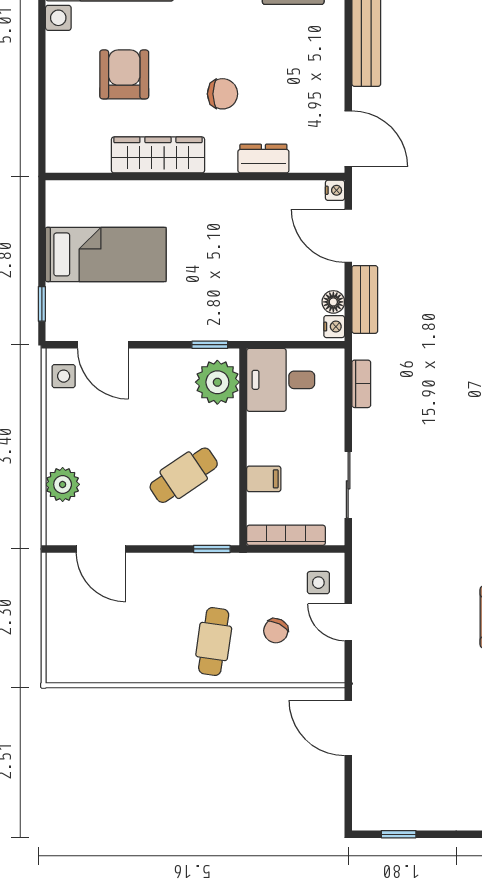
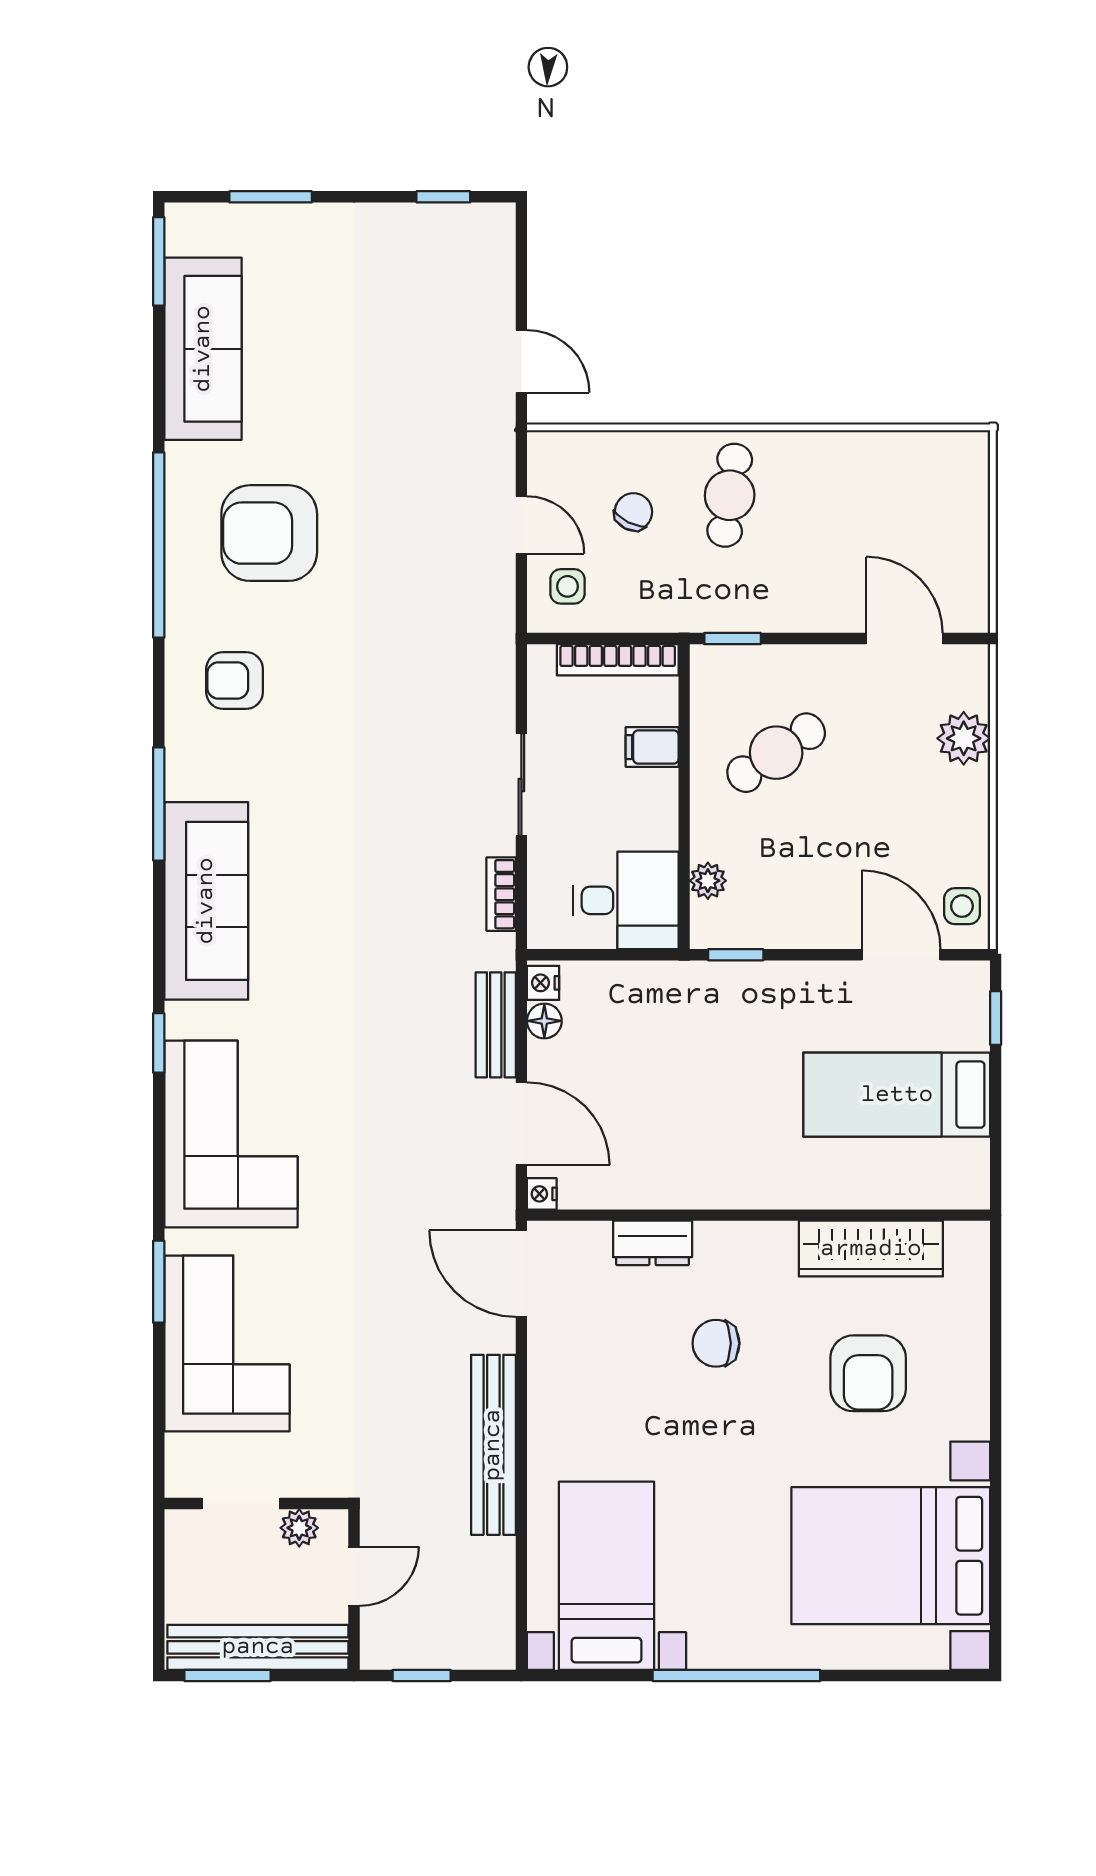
wardrobe: (158, 155) -> (871, 1249), moved
plant: (217, 382) -> (708, 881), width x0.53, depth x0.53
sliding door: (348, 485) -> (521, 785), moved
door: (348, 728) -> (521, 361), width x0.73

